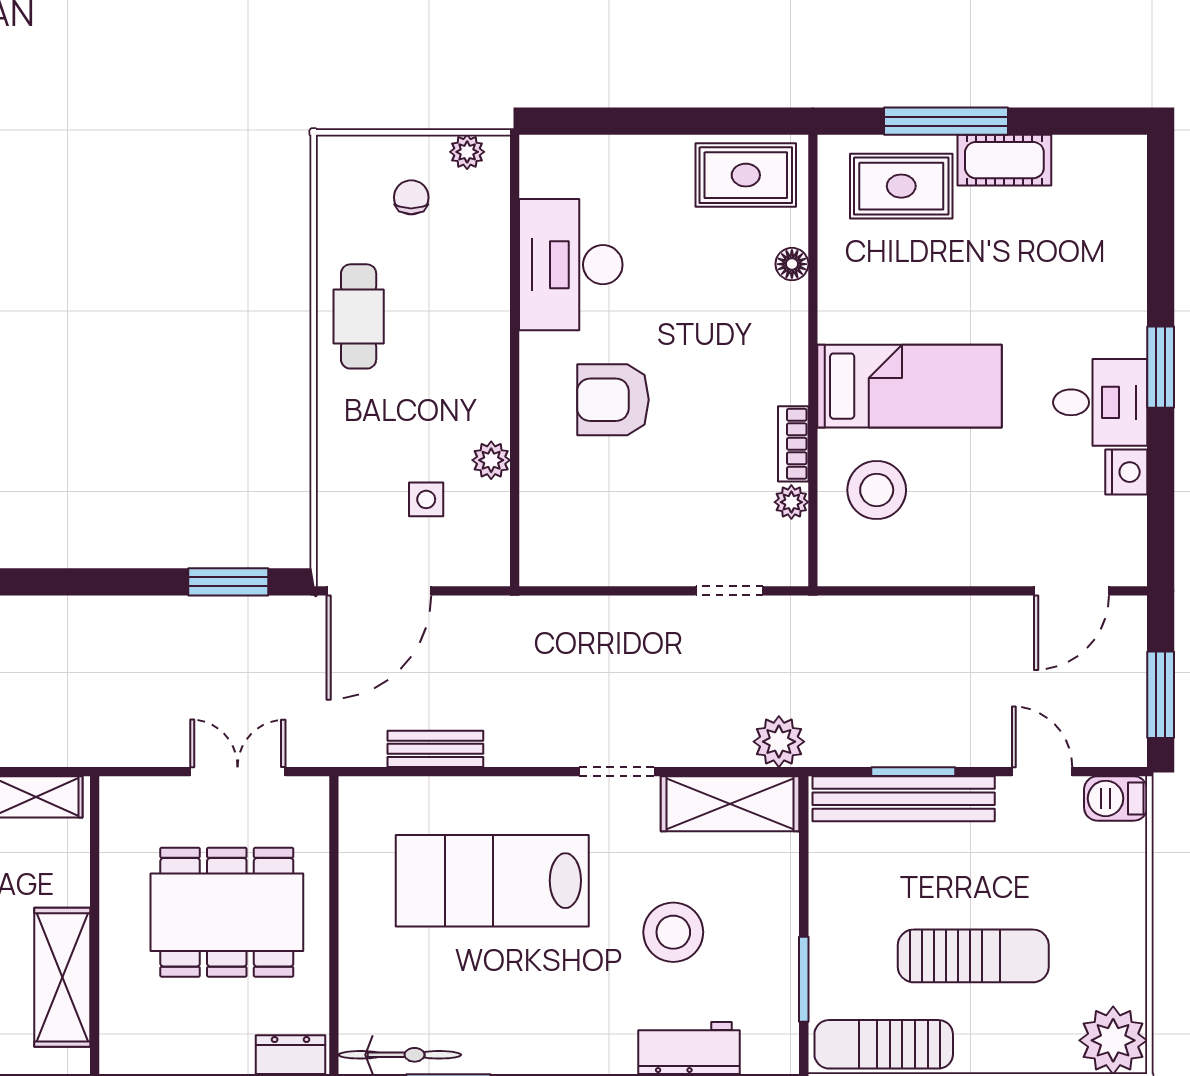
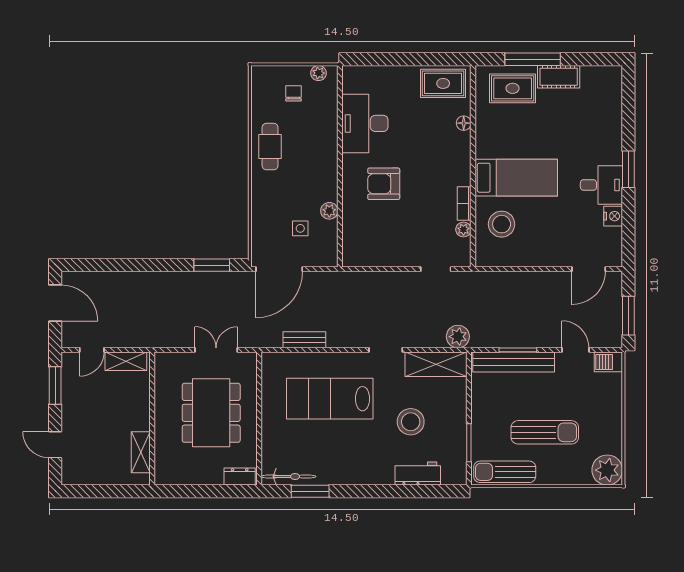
dining table: (227, 912) -> (211, 413), turned 90
shelving: (62, 977) -> (141, 452), width x0.67, depth x0.75

